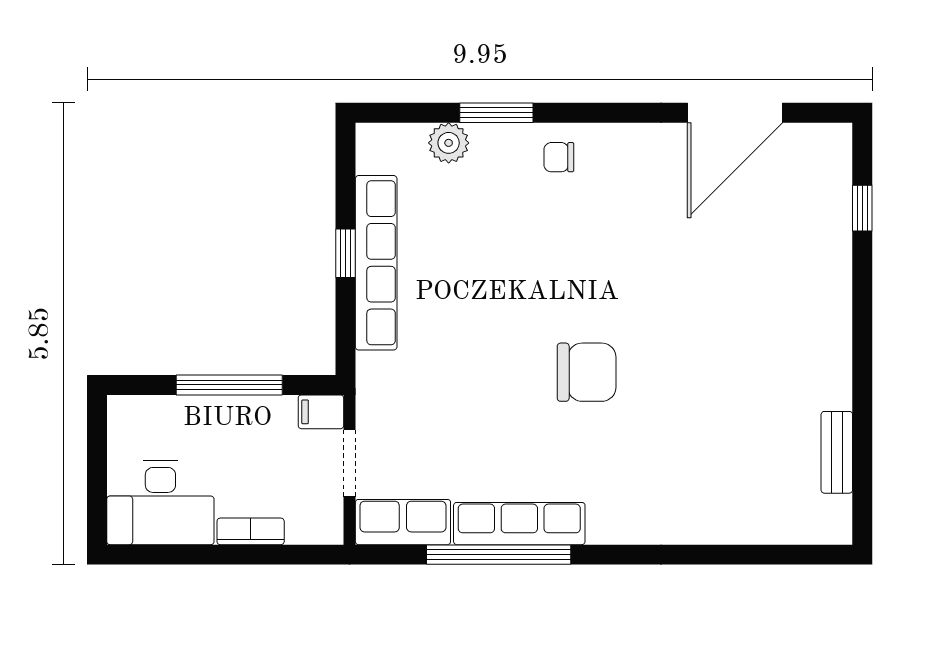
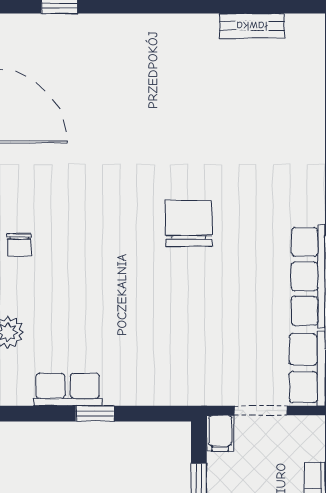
row of seats: (376, 263) -> (68, 389), width x0.50

